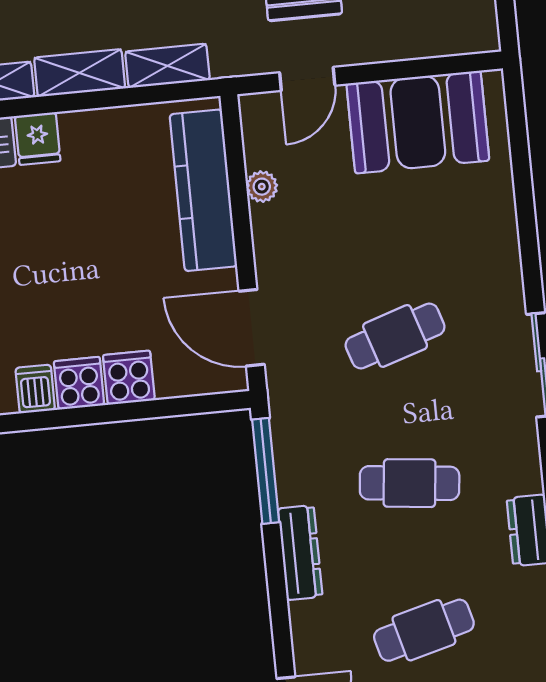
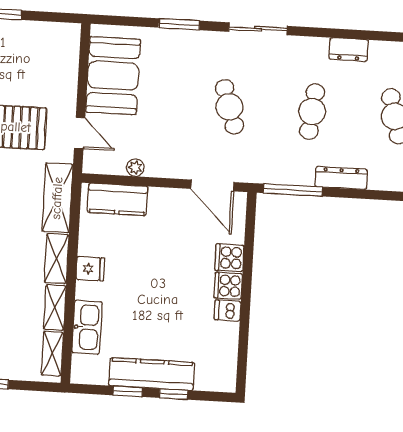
shelving: (167, 66) -> (57, 198), width x1.50, depth x1.33
fridge: (38, 139) -> (90, 269), moved
kitchen counter: (203, 190) -> (118, 199), width x0.67
window: (527, 225) -> (179, 24), added
door: (252, 328) -> (212, 185), hinge flipped

